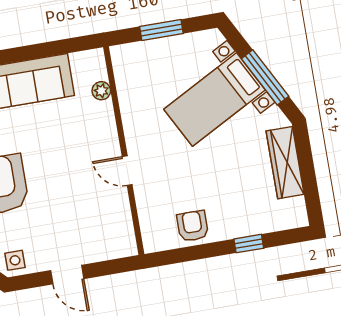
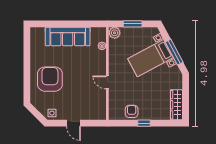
plant: (124, 57) -> (115, 33), added
wardrobe: (285, 163) -> (177, 105), moved
window: (249, 244) -> (144, 123), moved

